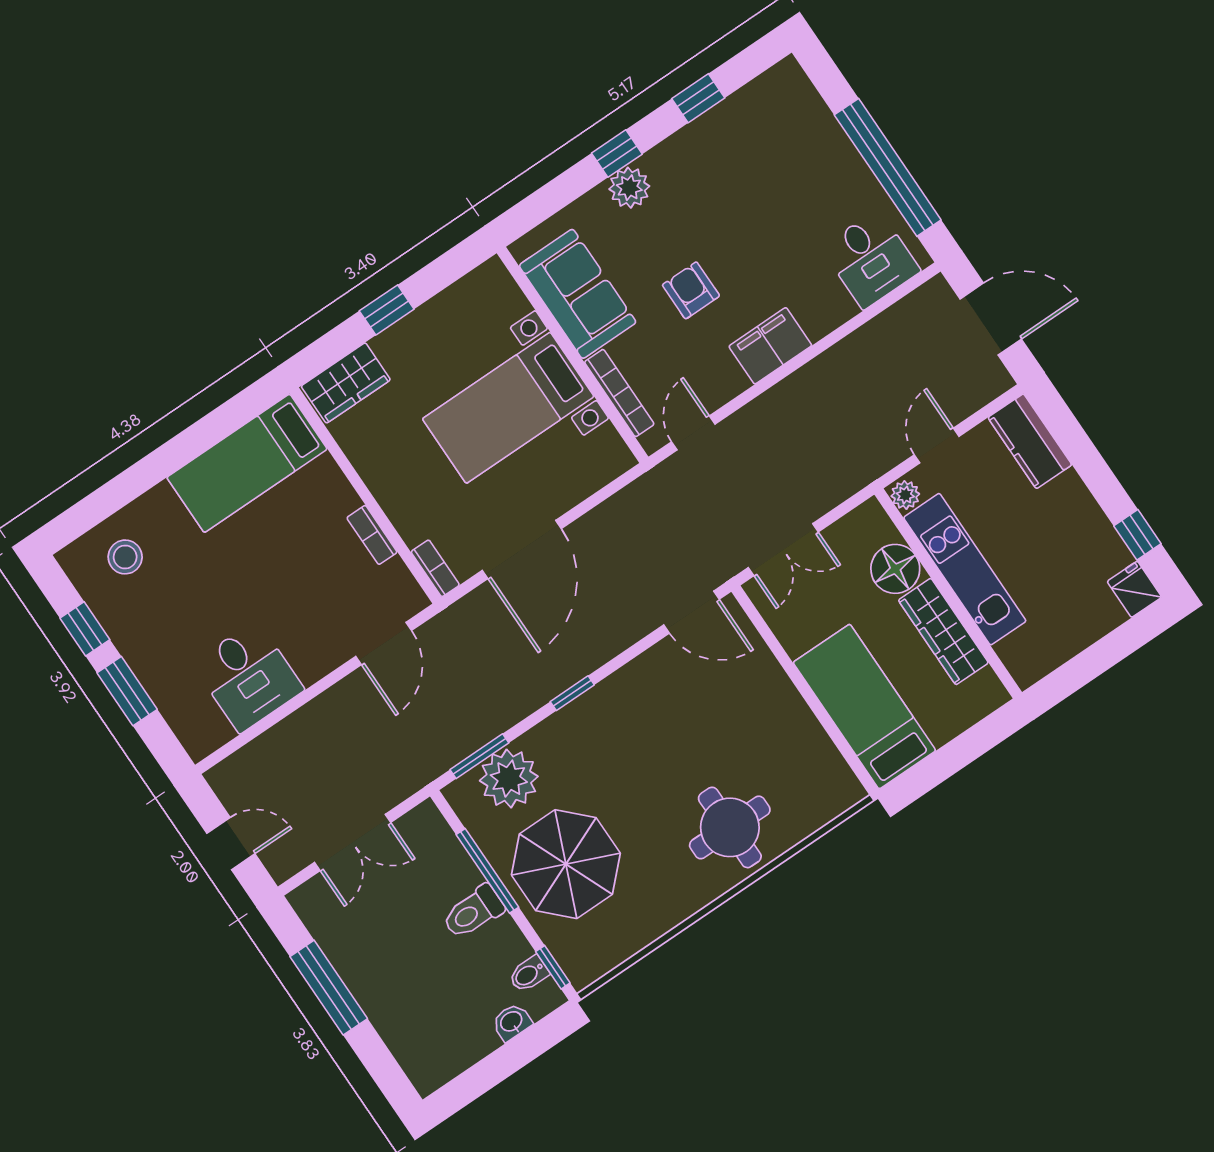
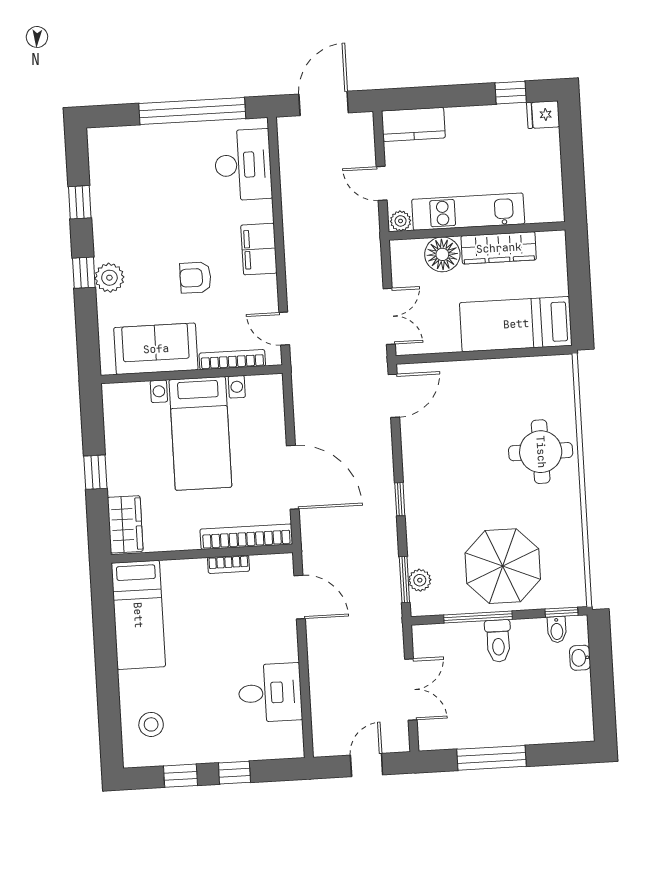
desk: (871, 259) -> (243, 165), width x1.37
bookcase: (435, 568) -> (246, 537), width x2.31, depth x1.31
window: (127, 691) -> (234, 773), width x0.67
plant: (509, 779) -> (420, 580), width x0.53, depth x0.53

